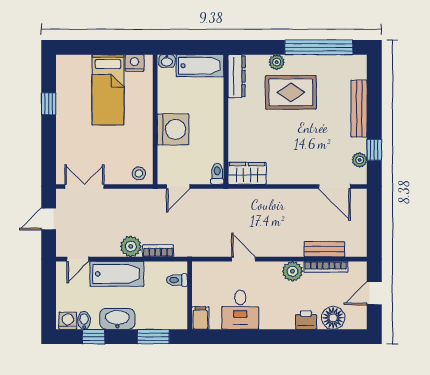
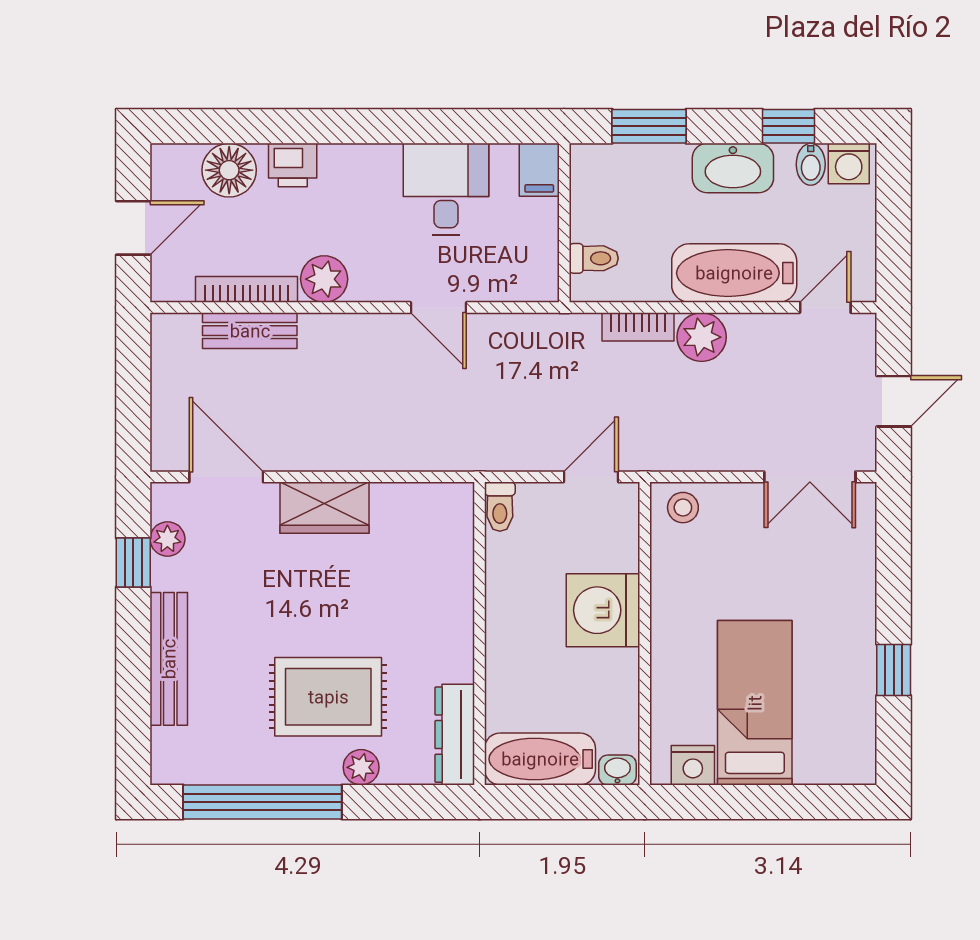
wardrobe: (247, 173) -> (325, 508), moved

